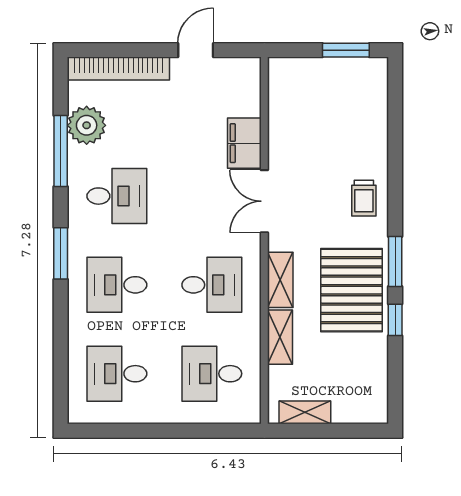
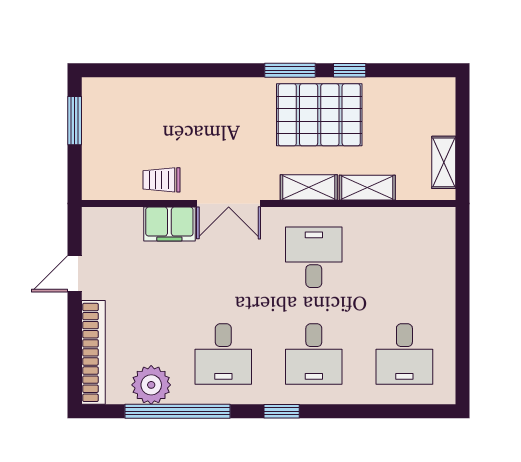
door: (196, 50) -> (75, 274), hinge flipped
window: (61, 151) -> (178, 411), width x1.46
desk: (117, 196) -> (223, 354), turned 180
trolley: (364, 198) -> (161, 180), moved, turned 180
window: (61, 253) -> (282, 411), width x0.67
desk: (212, 374) -> (404, 257), removed

